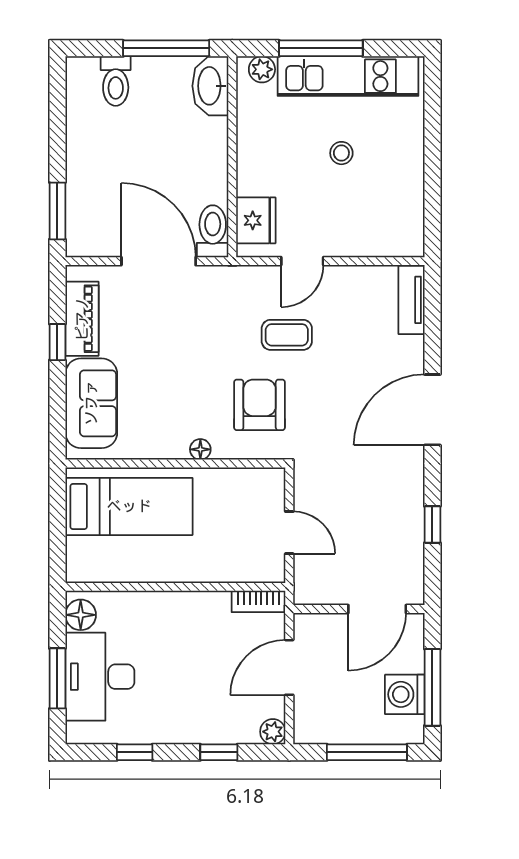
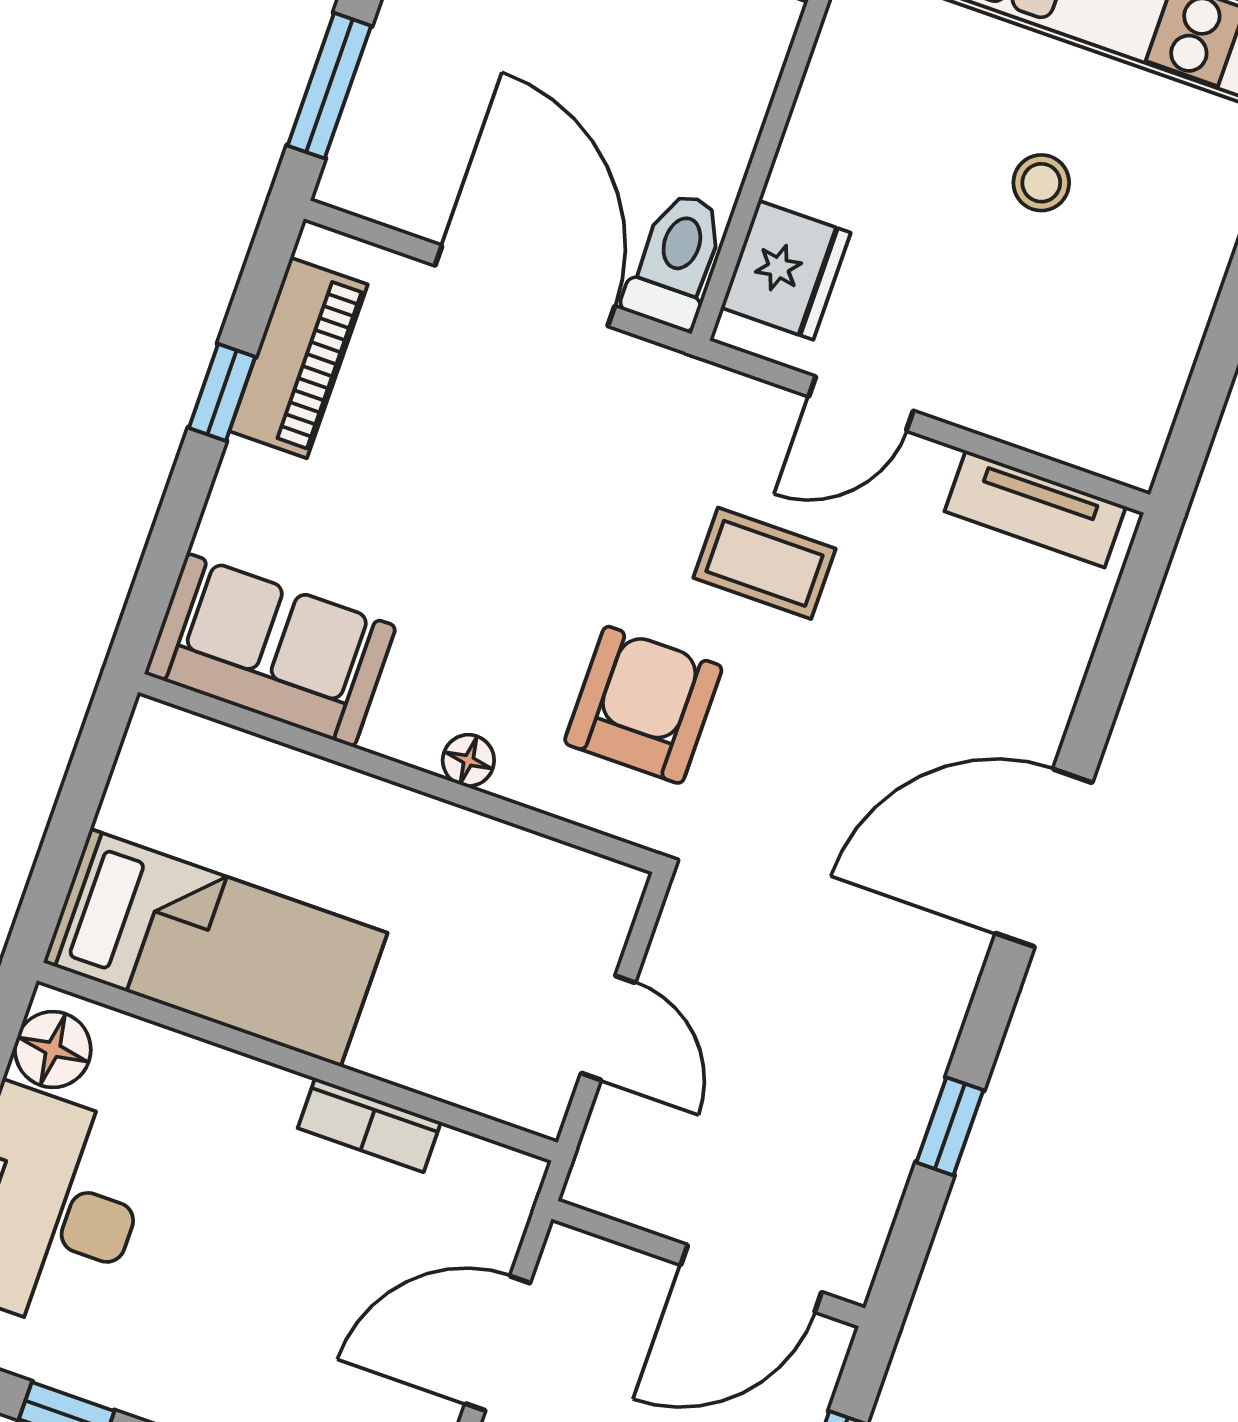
tv unit: (411, 300) -> (1035, 509), moved, turned -90
sofa: (91, 403) -> (270, 650), moved, turned -90
bed: (129, 506) -> (215, 948), moved
bookcase: (258, 601) -> (369, 1125), moved

